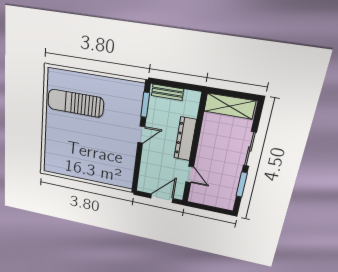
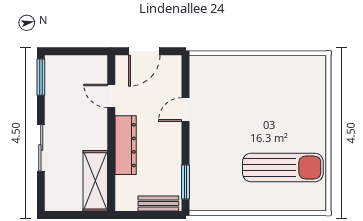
shelving: (230, 106) -> (95, 181), moved, turned 90
door: (141, 135) -> (186, 110), moved
window: (242, 185) -> (41, 77), moved

